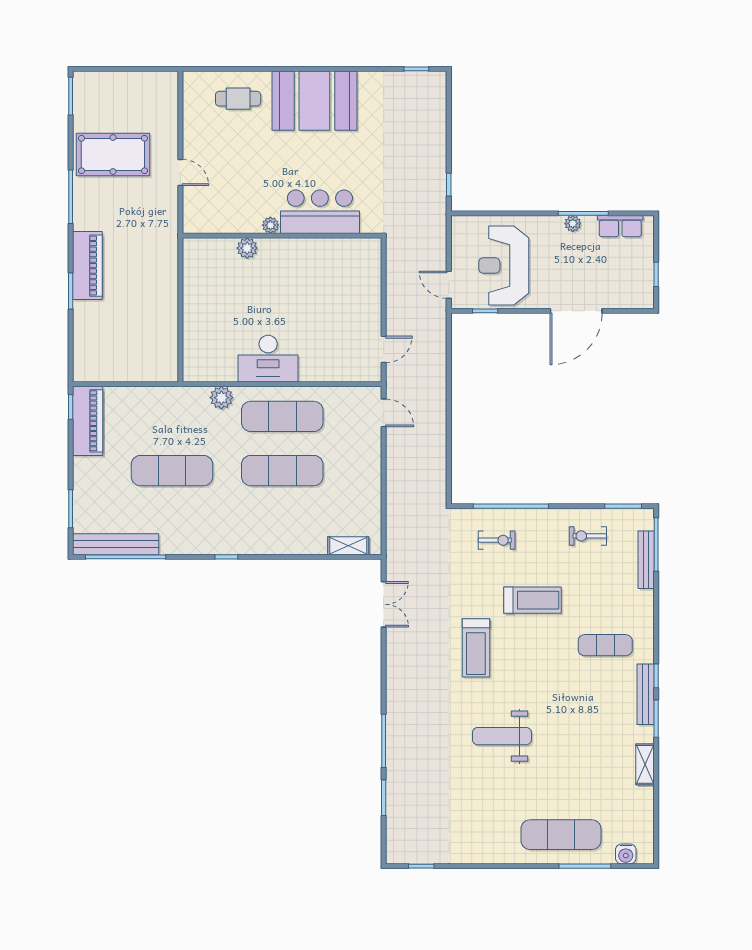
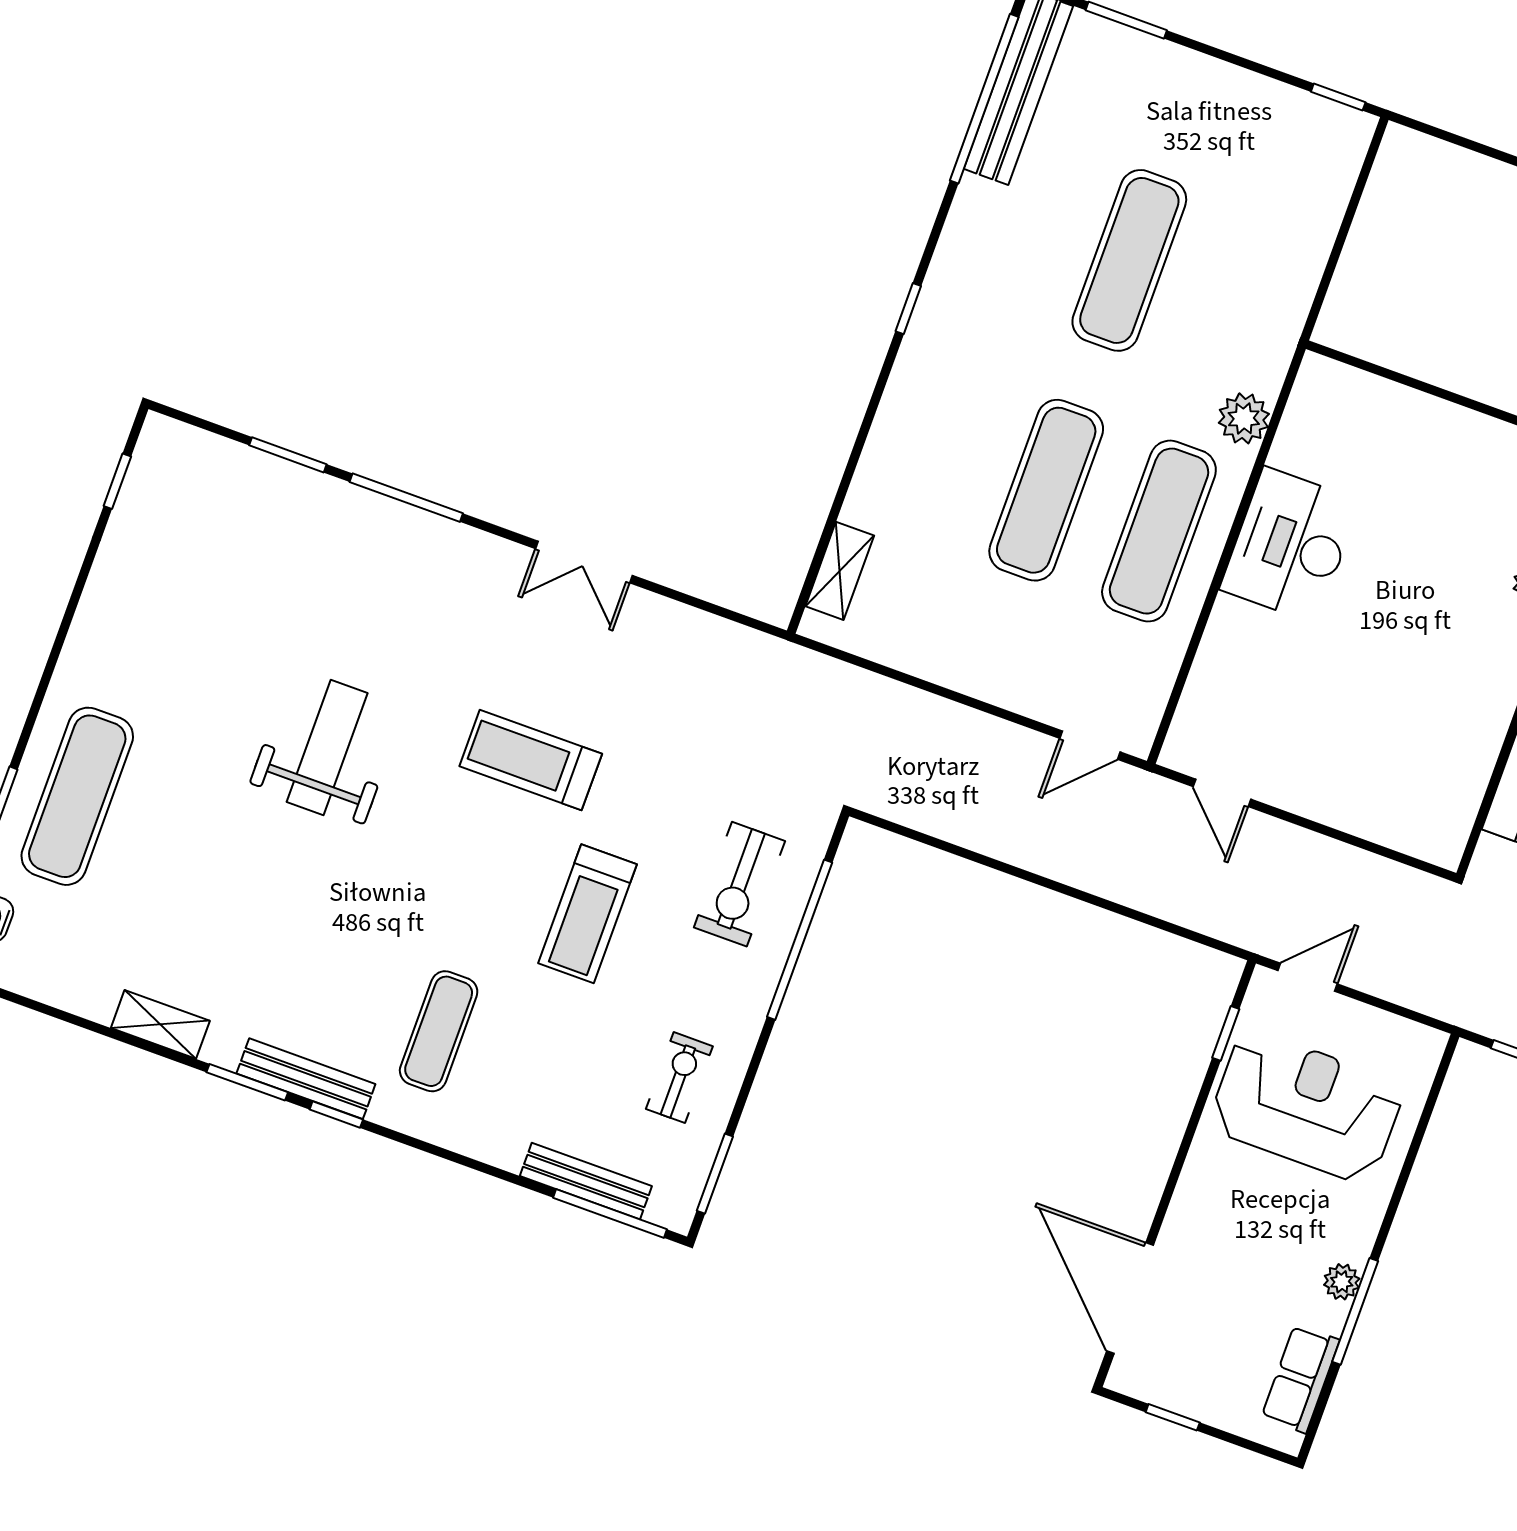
door: (576, 311) -> (1130, 1298), moved
piano: (88, 421) -> (1297, 122), removed
exercise bike: (497, 540) -> (739, 884), width x1.38, depth x1.39
double door: (384, 604) -> (584, 562), moved

